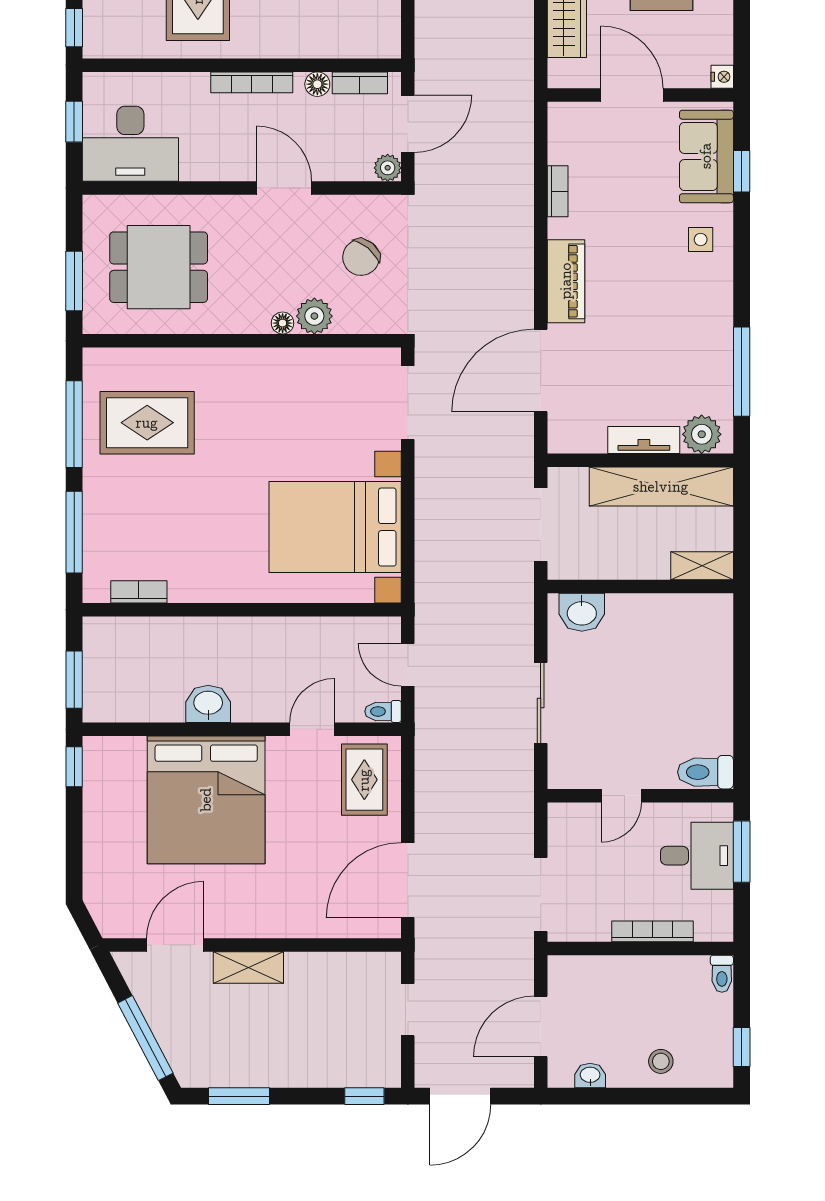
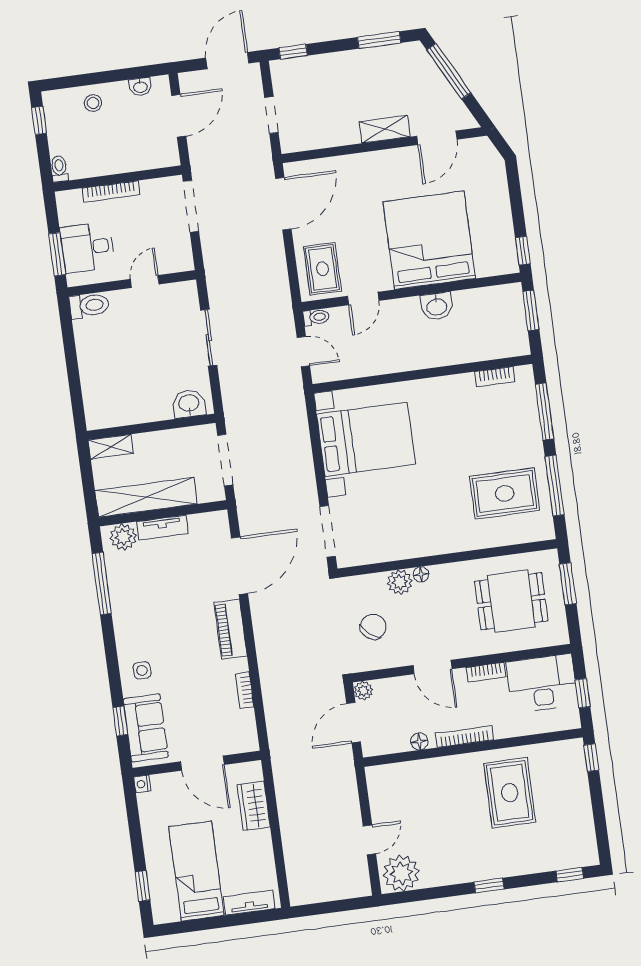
bookcase: (360, 83) -> (486, 672), moved, turned 180

